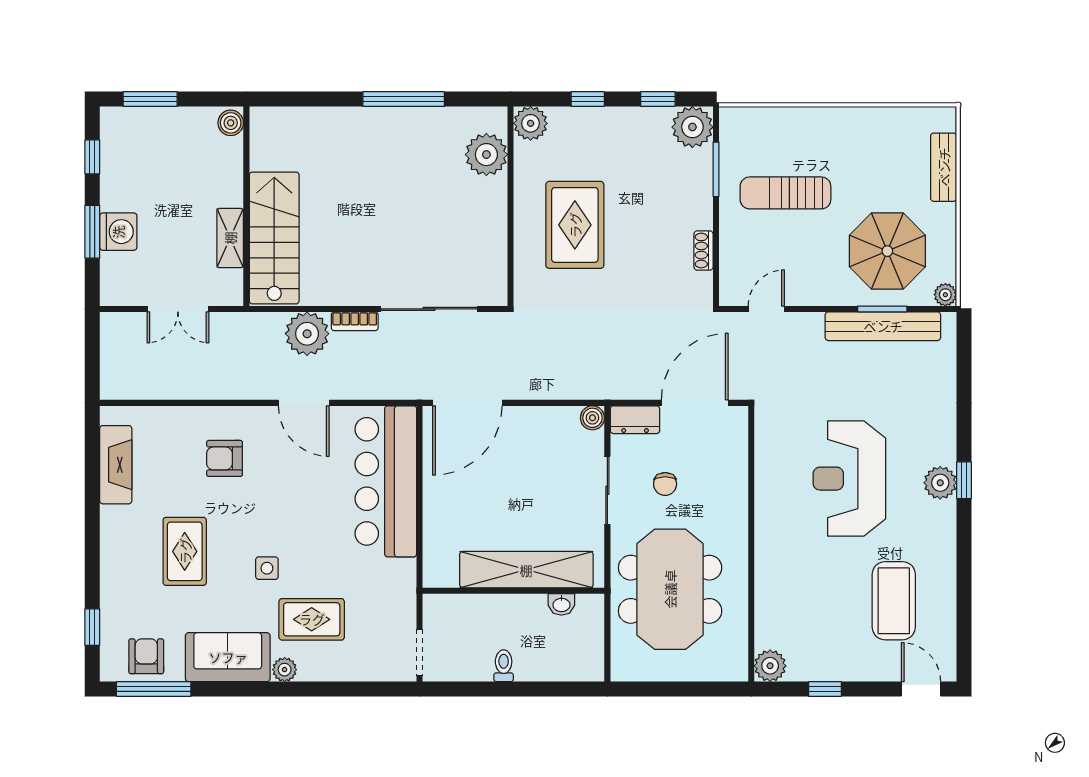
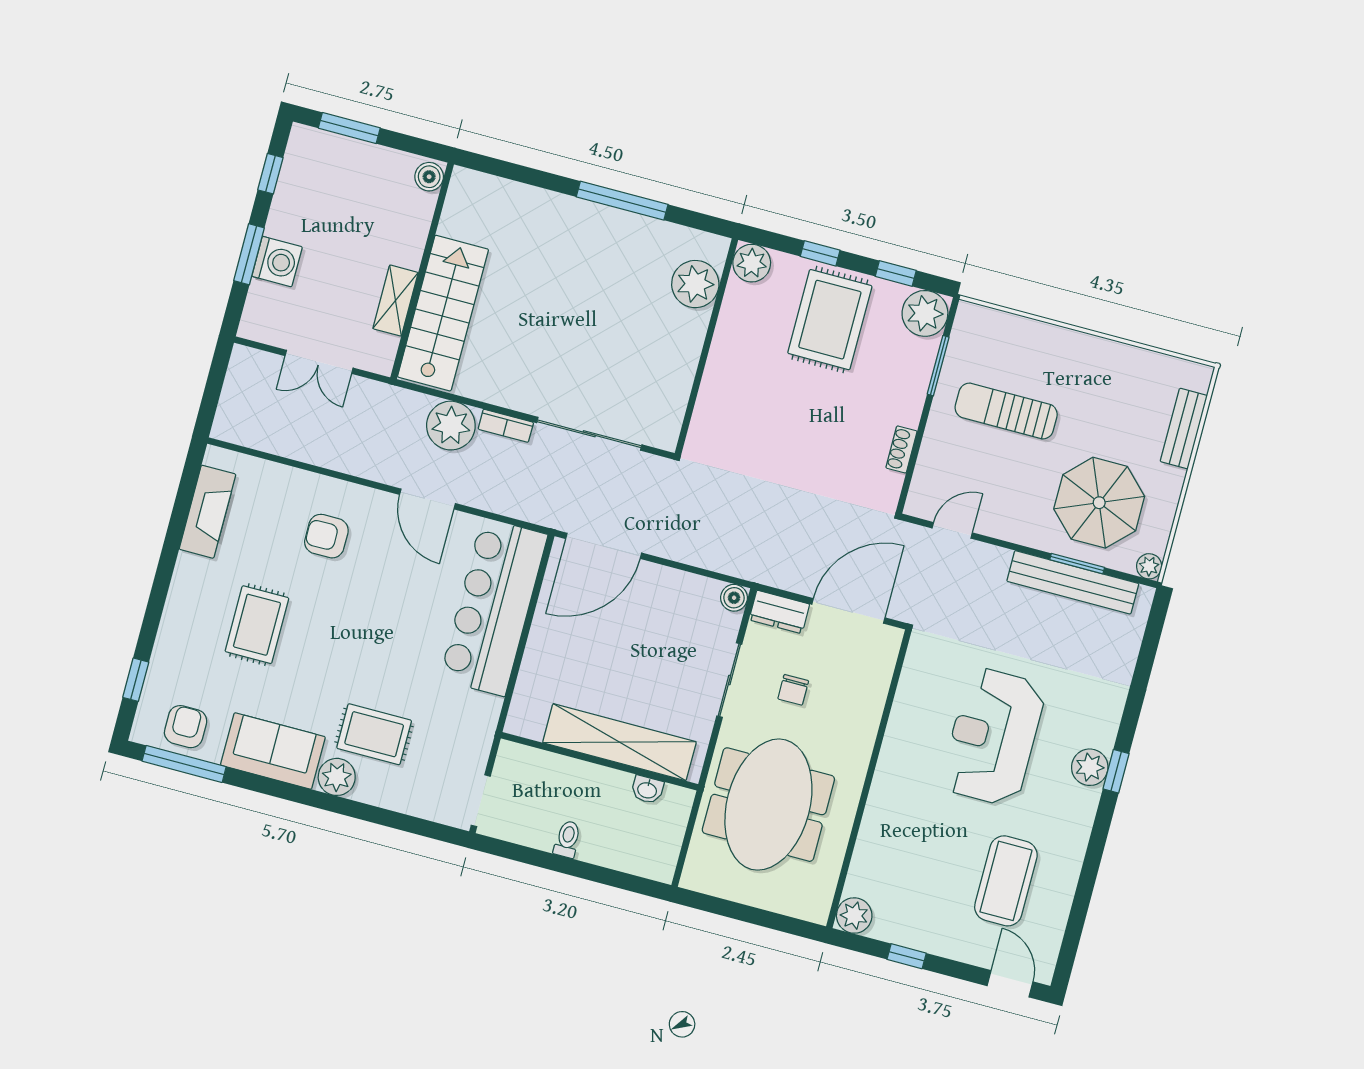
rug: (575, 225) -> (830, 320), moved
side table: (267, 568) -> (341, 666), removed
plant: (285, 670) -> (337, 777), width x1.38, depth x1.38

